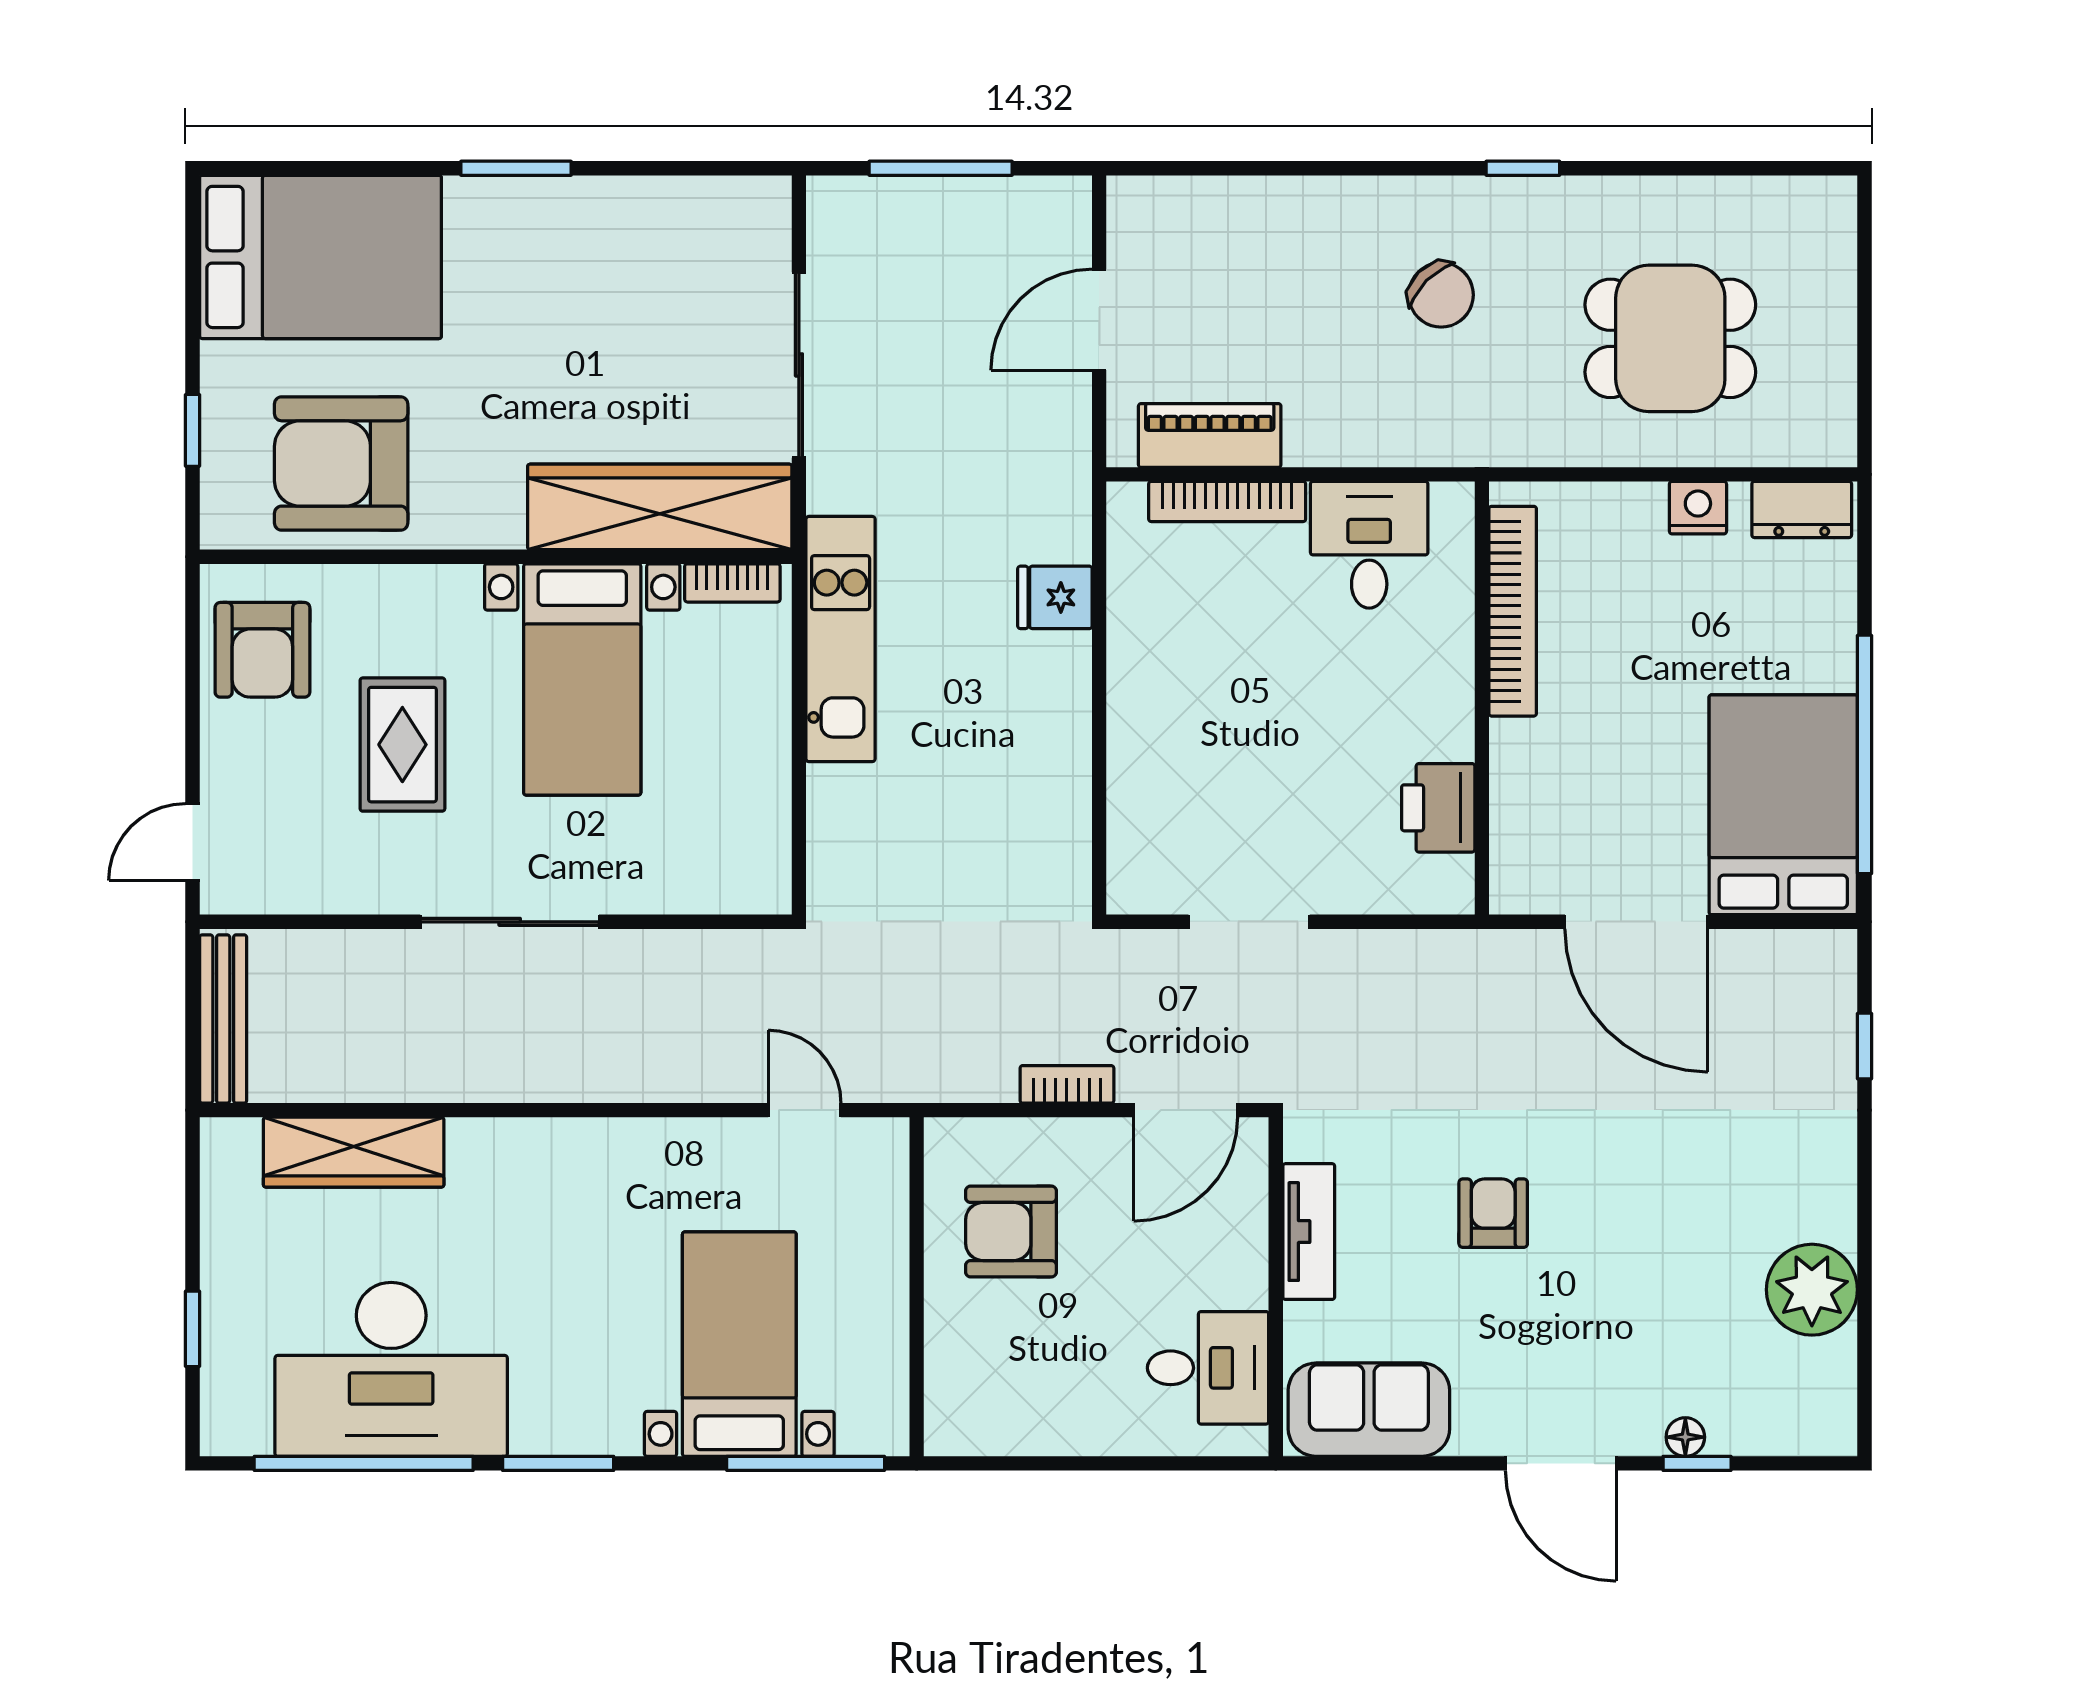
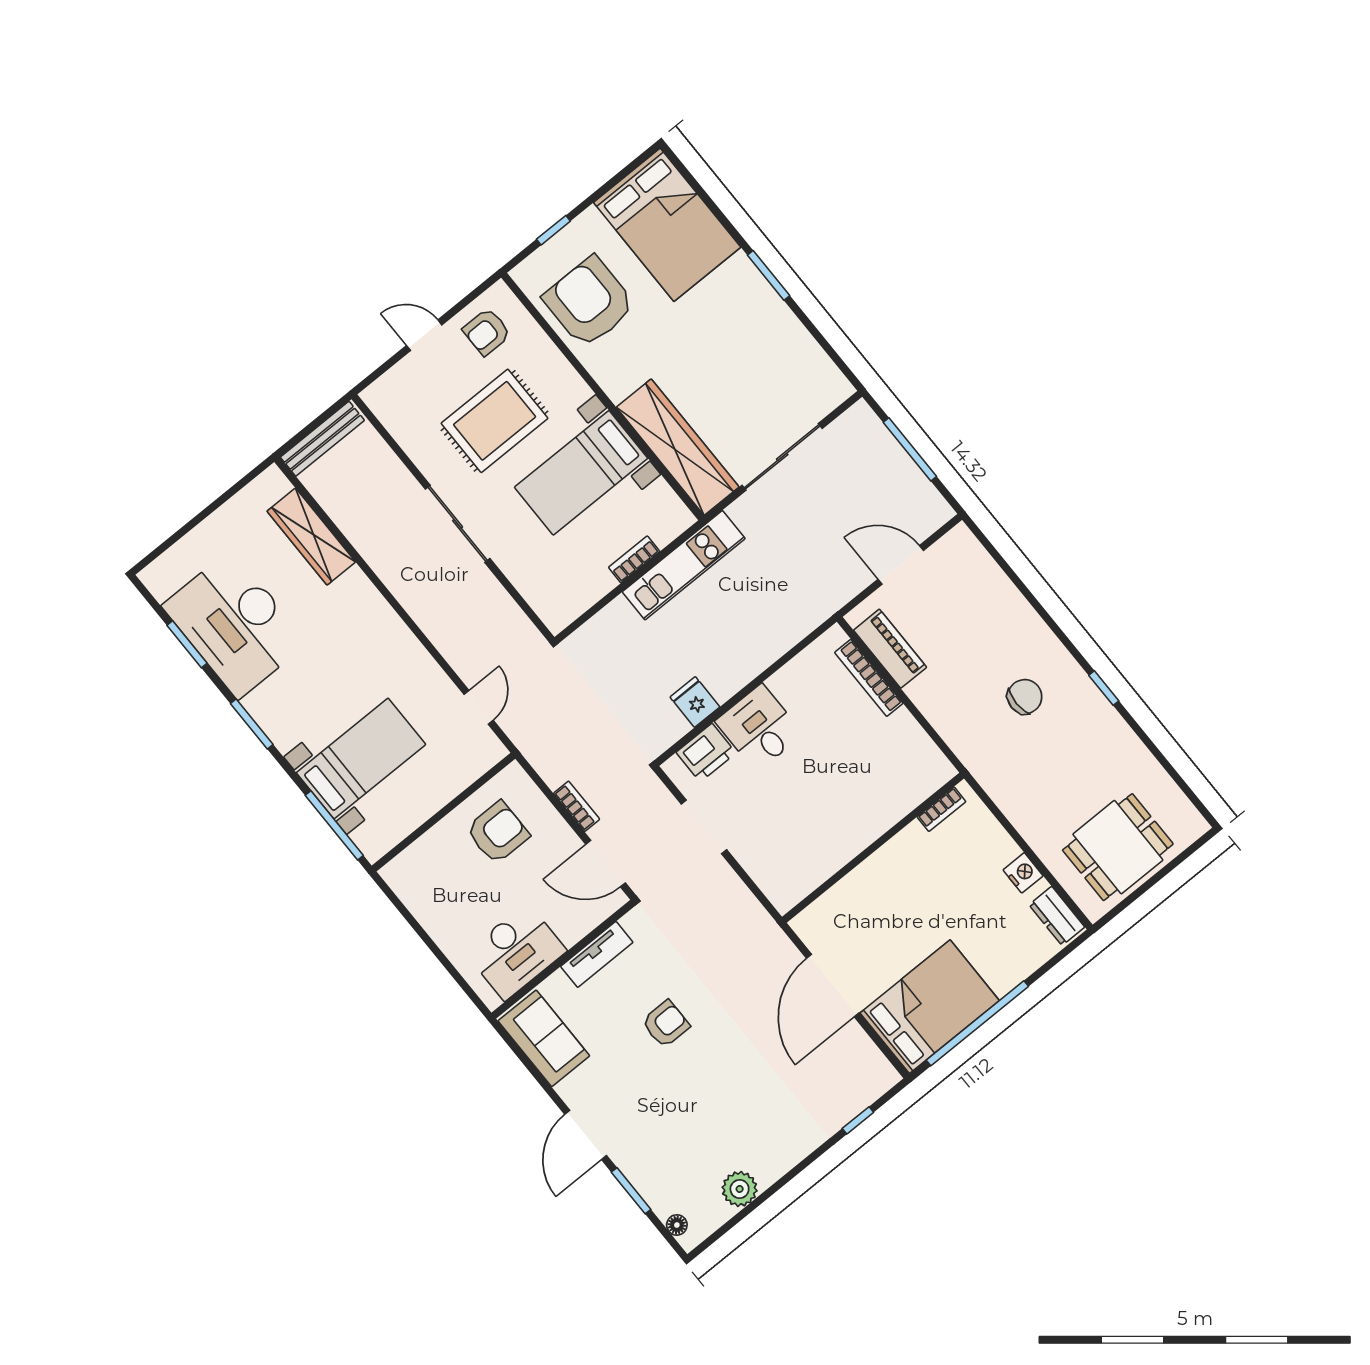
chair: (1441, 295) -> (1025, 697), turned -135
dining table: (1670, 338) -> (1118, 847), moved, turned 90
desk: (1369, 545) -> (759, 728), moved, turned -90
bookcase: (732, 583) -> (634, 559), moved, turned 90
fridge: (1055, 597) -> (695, 702), moved
bookcase: (1513, 611) -> (941, 809), width x0.43, depth x0.76
armchair: (262, 650) -> (487, 332), width x0.72, depth x0.72
rug: (402, 745) -> (495, 421), width x1.36, depth x1.43
printer: (1438, 808) -> (706, 753), moved, turned 180
door: (193, 842) -> (424, 335), moved
armchair: (1011, 1232) -> (498, 832), turned 90
plant: (1812, 1290) -> (740, 1189), width x0.73, depth x0.73
window: (193, 1329) -> (185, 529), removed
desk: (1208, 1368) -> (516, 952), width x1.37
floor lamp: (1685, 1437) -> (677, 1225), moved
window: (364, 1463) -> (187, 644), width x0.47
window: (1697, 1463) -> (631, 1191), width x1.50

